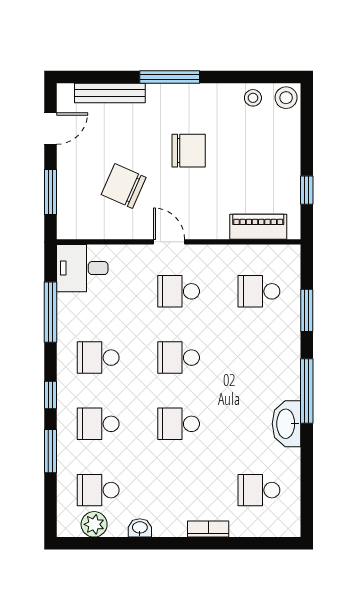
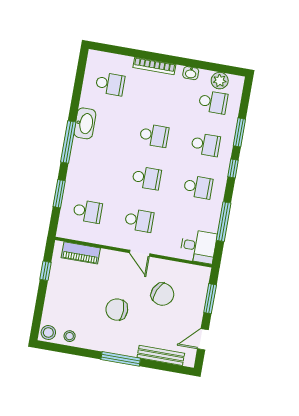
bookcase: (208, 529) -> (154, 66), width x1.56

